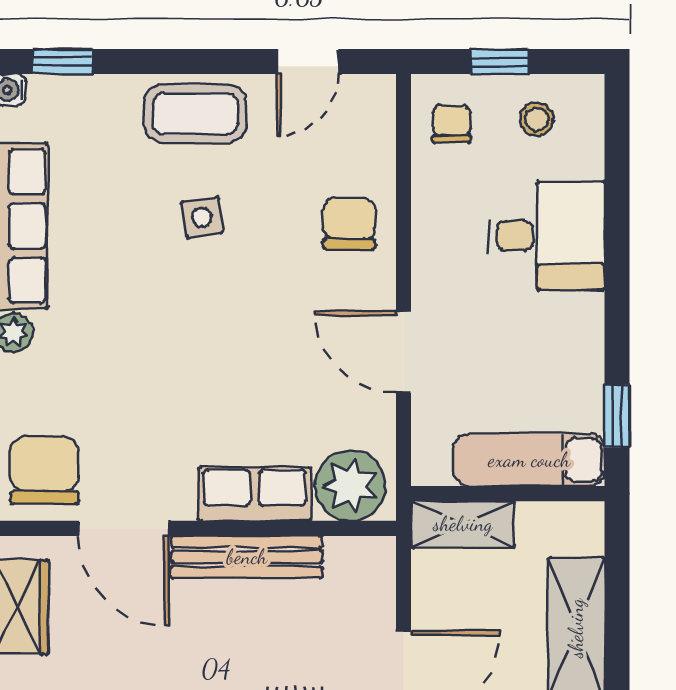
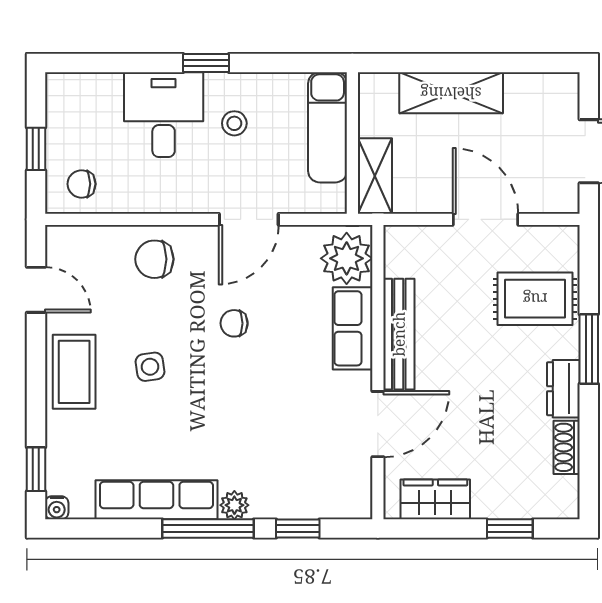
stool: (537, 119) -> (234, 123), moved
window: (617, 416) -> (206, 63), moved
chair: (44, 470) -> (234, 323), moved, width x0.54, depth x0.54

